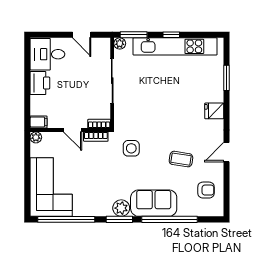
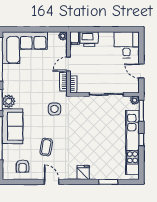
door: (82, 35) -> (141, 71), hinge flipped
printer: (40, 83) -> (89, 39), moved

